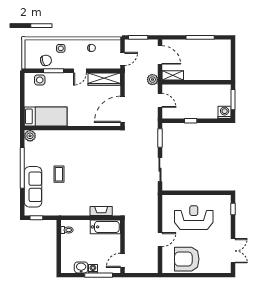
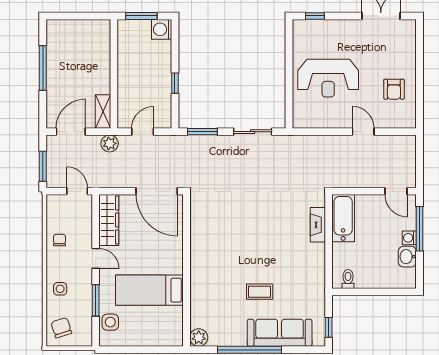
chair: (46, 60) -> (61, 328), moved
bed: (46, 116) -> (149, 290), moved, turned -90
reception desk: (194, 218) -> (328, 78), turned -90
armchair: (187, 259) -> (394, 89), width x0.53, depth x0.53

